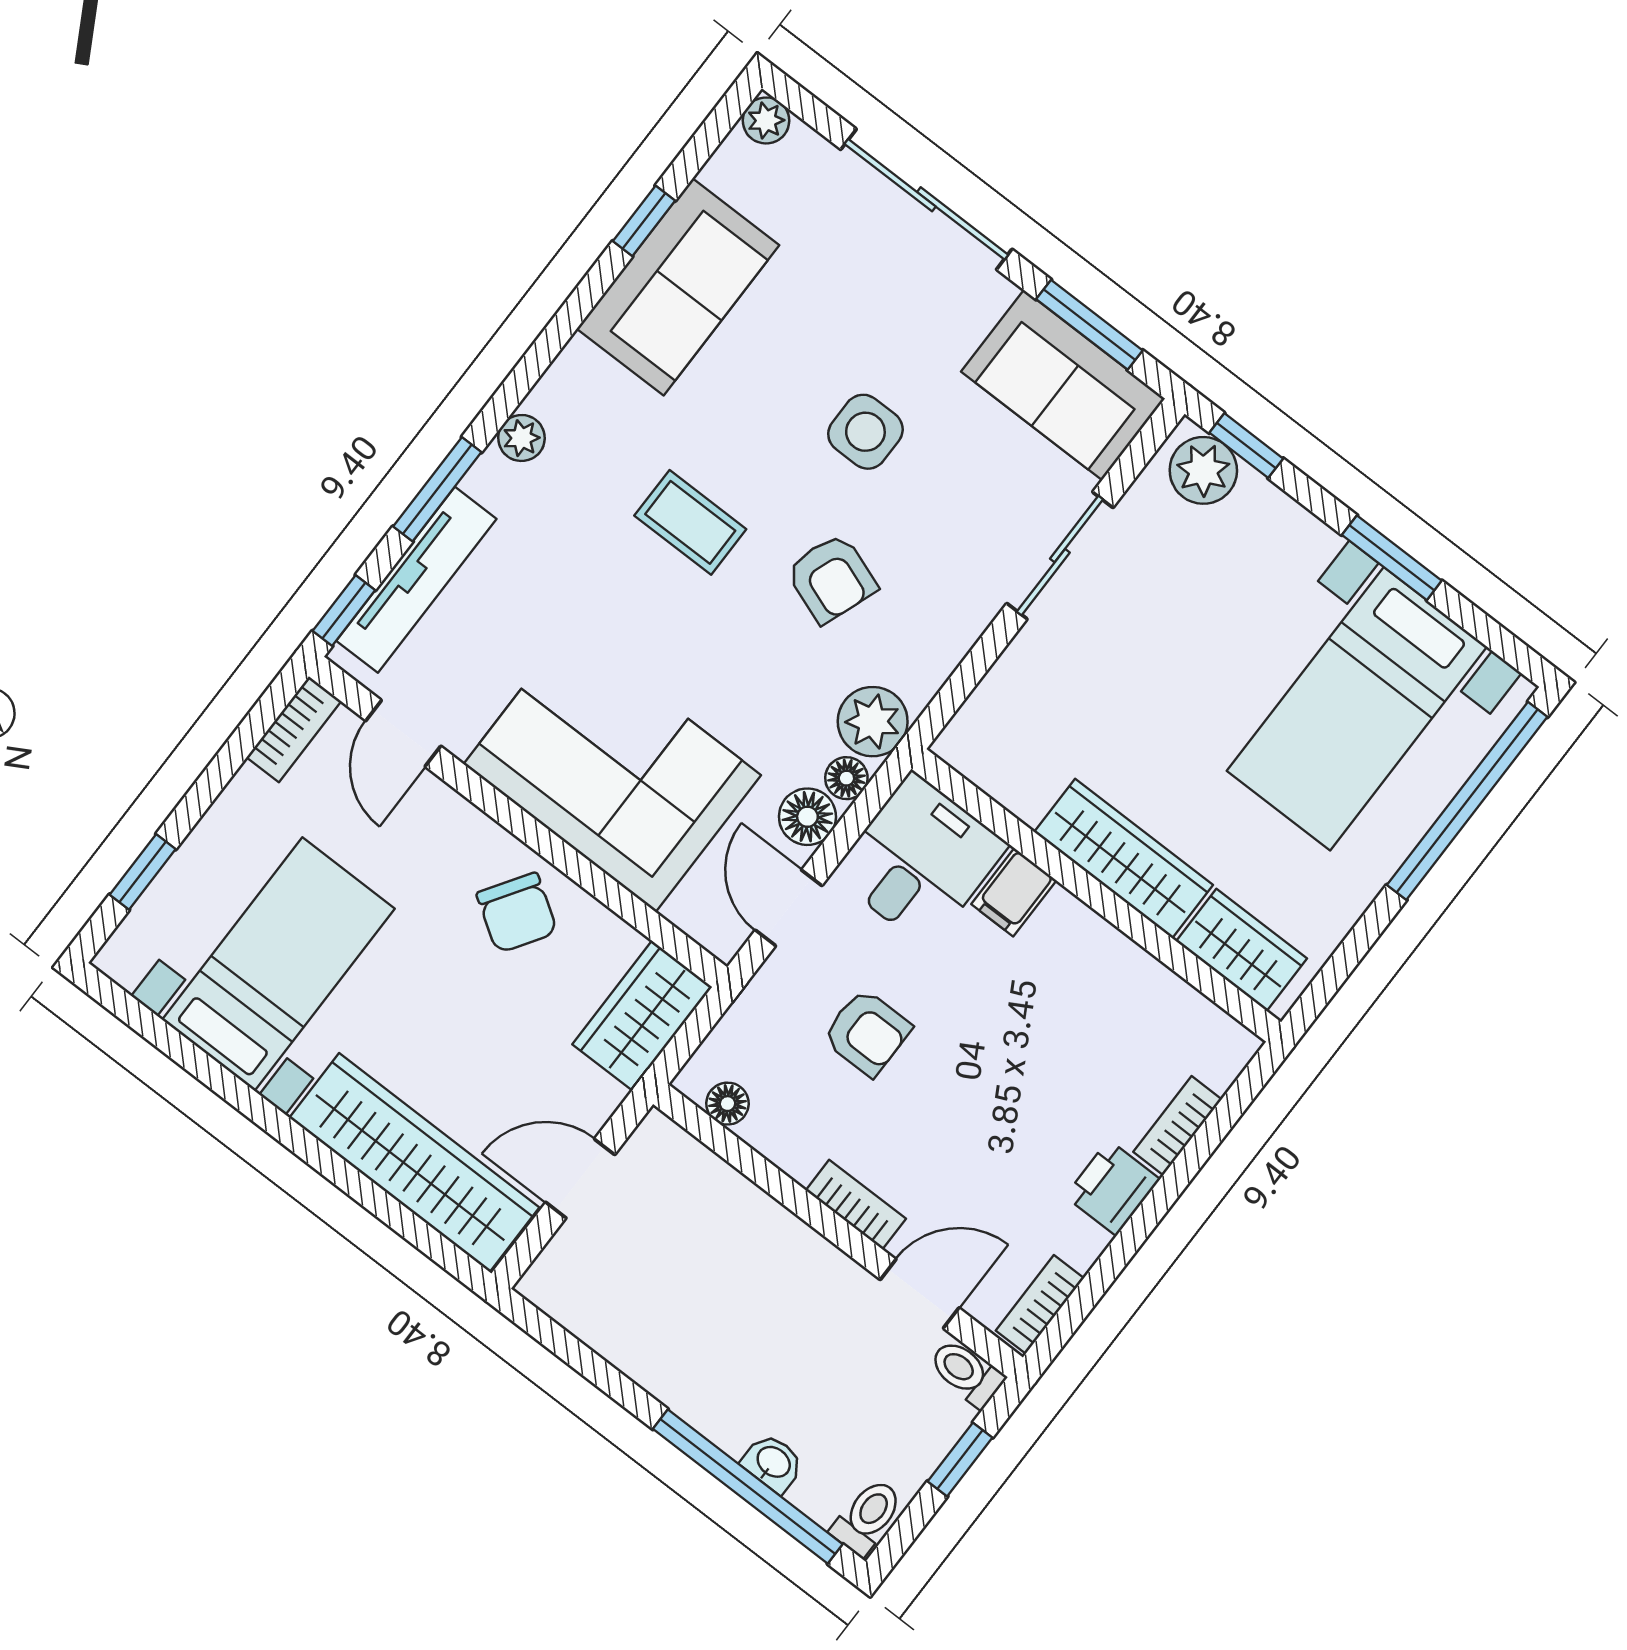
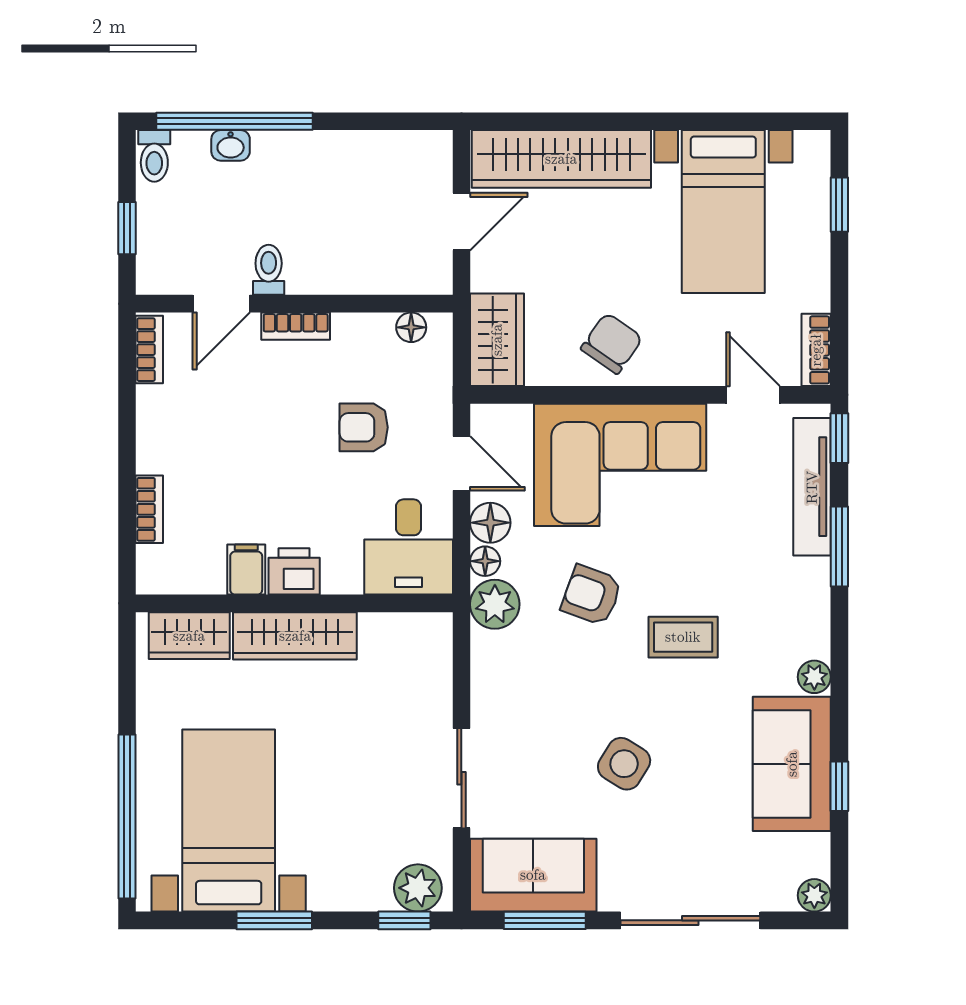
side table: (865, 432) -> (624, 764), turned 32
plant: (521, 438) -> (814, 677), moved
armchair: (832, 578) -> (592, 595), moved
filing cabinet: (1014, 892) -> (246, 570), moved
chair: (517, 913) -> (612, 343), turned 92
printer: (1112, 1188) -> (294, 571), moved, turned -90
toilet: (966, 1373) -> (269, 270), moved, turned -90

